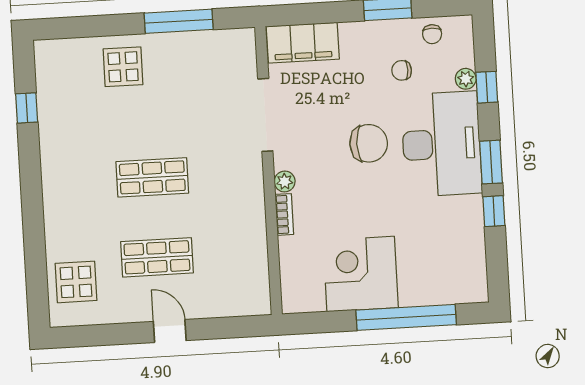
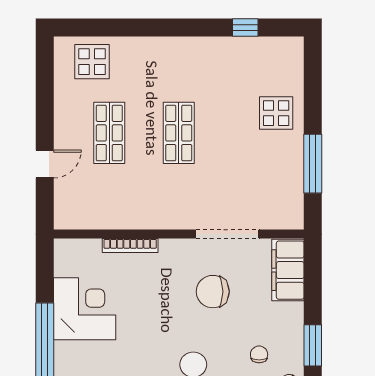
chair: (369, 143) -> (213, 292), moved, turned 90
plant: (285, 181) -> (169, 247), removed
bookcase: (284, 214) -> (130, 246), width x1.56
door: (170, 331) -> (45, 164), moved

